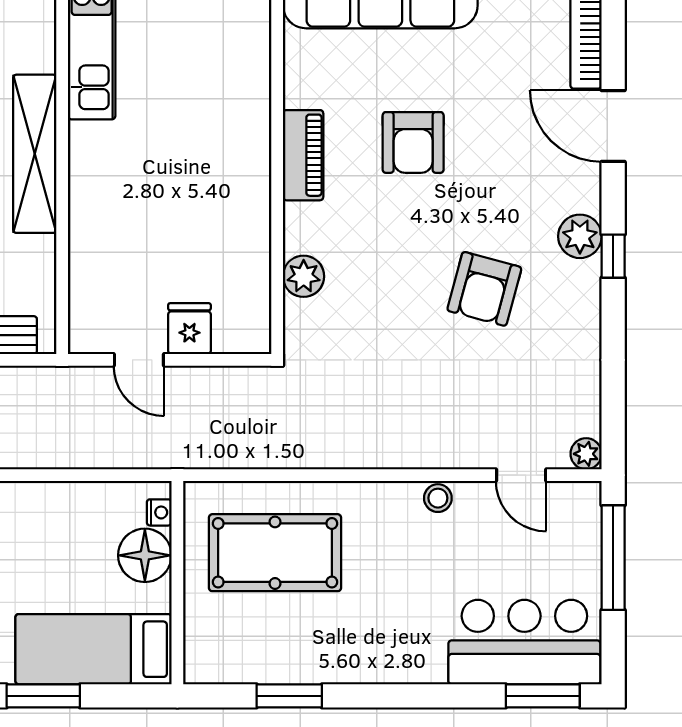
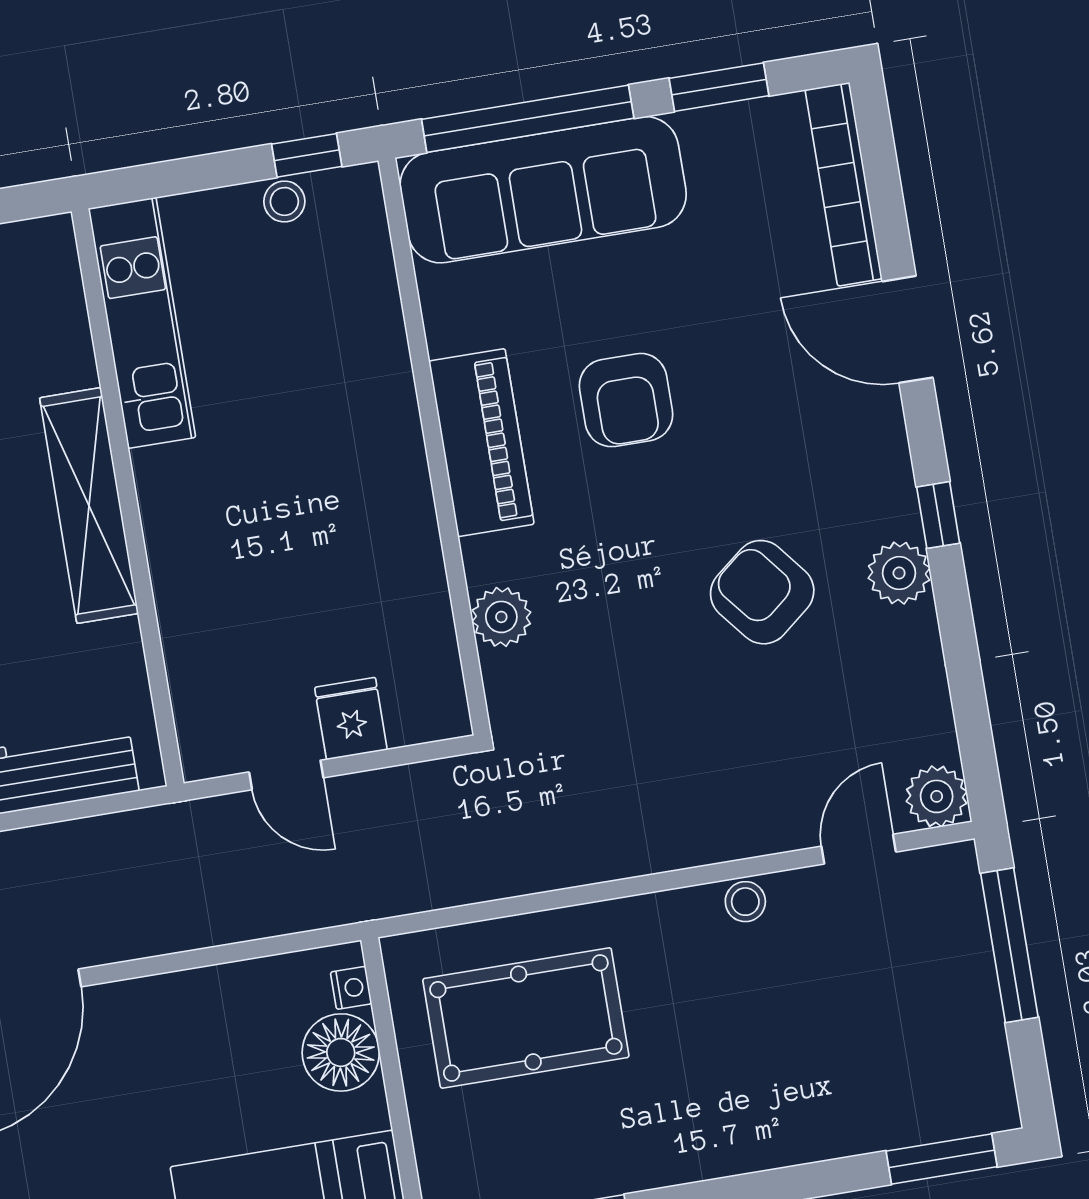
piano: (303, 155) -> (481, 443), width x1.37, depth x1.33
plant: (580, 236) -> (899, 573), moved
armchair: (484, 289) -> (762, 592), turned 126
plant: (586, 454) -> (937, 796), width x1.38, depth x1.38
door: (521, 475) -> (859, 849), swing flipped
bar counter: (524, 642) -> (903, 1087), removed

